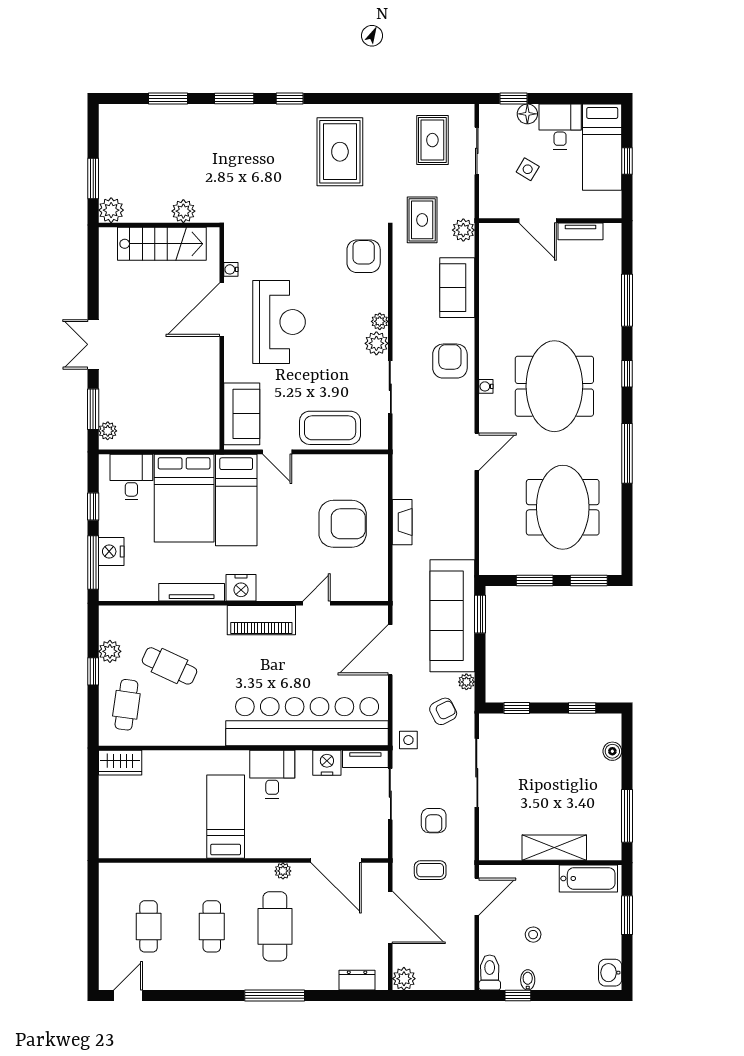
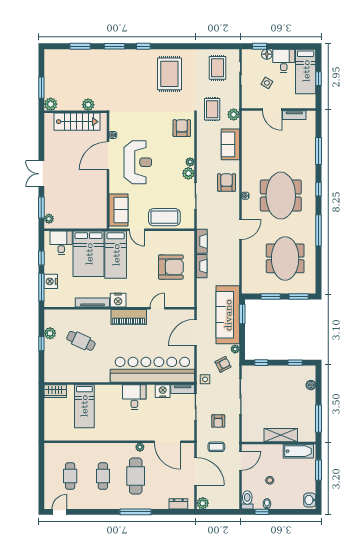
fireplace: (402, 474) -> (202, 241), added
cafe table: (126, 705) -> (59, 361), removed
bed: (226, 817) -> (84, 406), moved, turned 180

